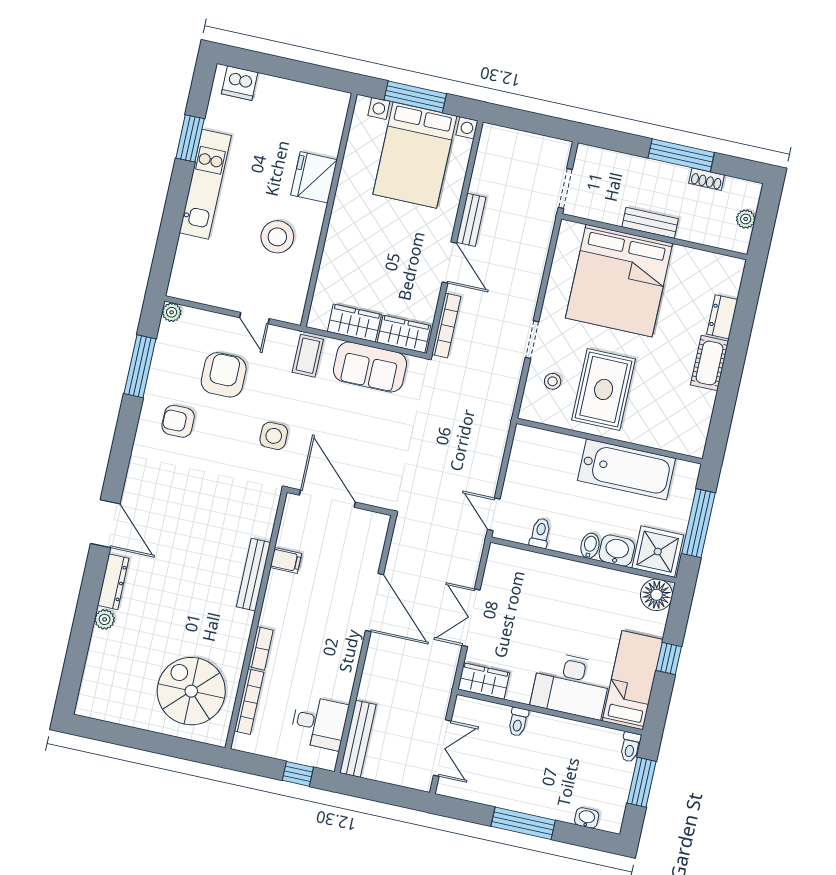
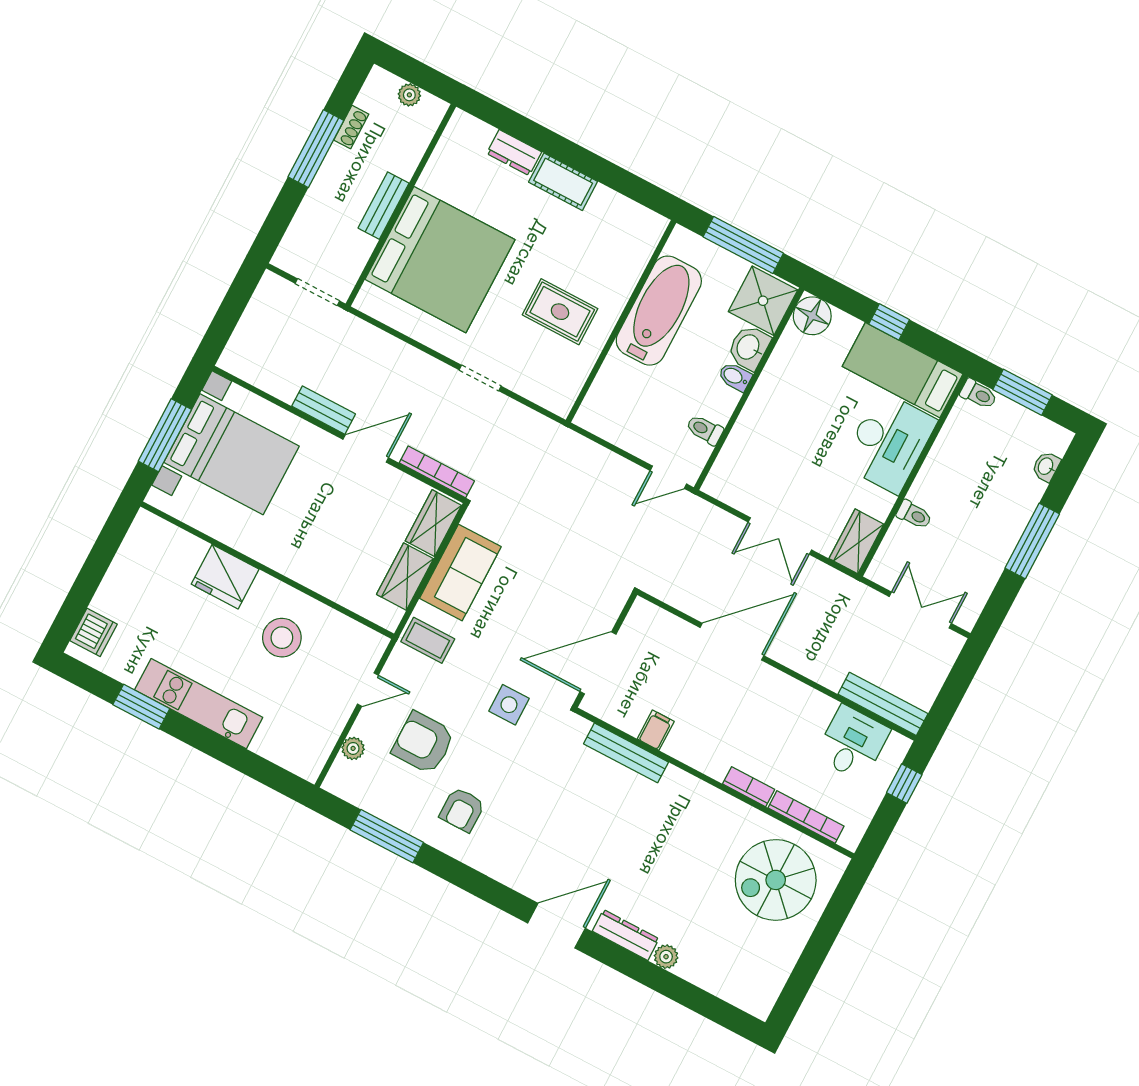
plant: (172, 312) -> (353, 748), moved
stool: (553, 381) -> (535, 368), removed
rug: (604, 389) -> (560, 312), width x0.73, depth x0.70
bench: (253, 575) -> (626, 753), moved

